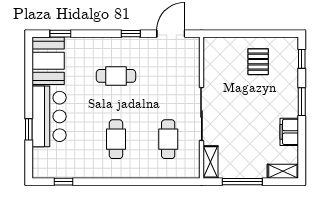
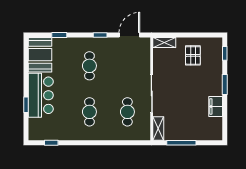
window: (60, 34) -> (59, 35), moved
cafe table: (116, 76) -> (89, 66), turned 90
shelving: (283, 171) -> (164, 42), moved

